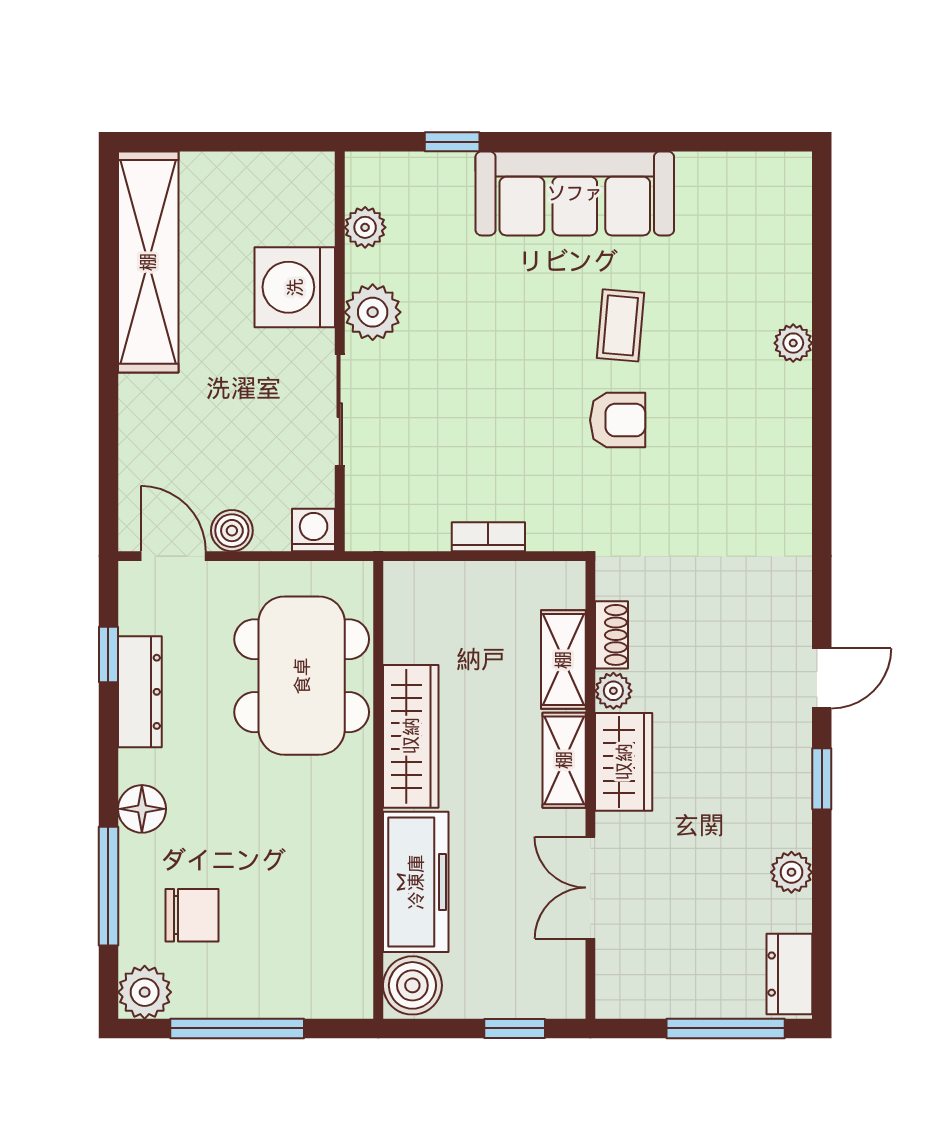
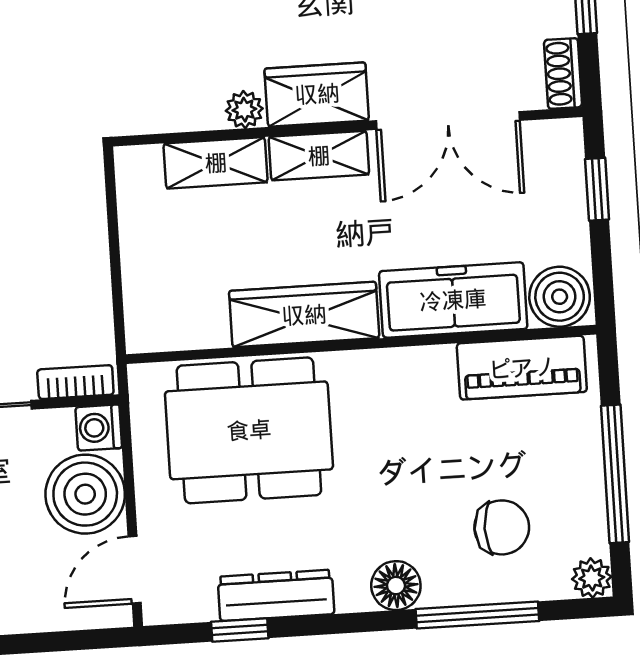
boiler: (232, 531) -> (85, 494), width x1.86, depth x1.86
bookcase: (488, 537) -> (75, 382), moved, turned 90
shoe rack: (612, 635) -> (563, 73), moved, turned -90
double door: (590, 888) -> (448, 120), width x1.37
chair: (192, 915) -> (502, 527), turned 90
piano: (346, 944) -> (522, 368), added
plant: (145, 992) -> (592, 578), width x0.73, depth x0.73

